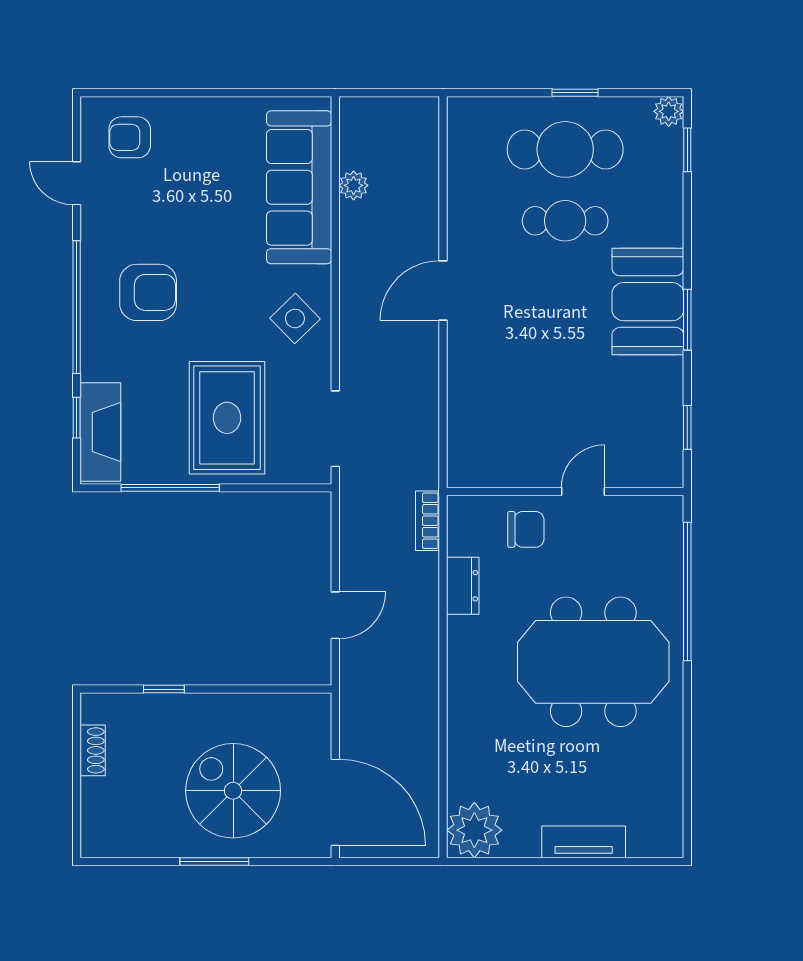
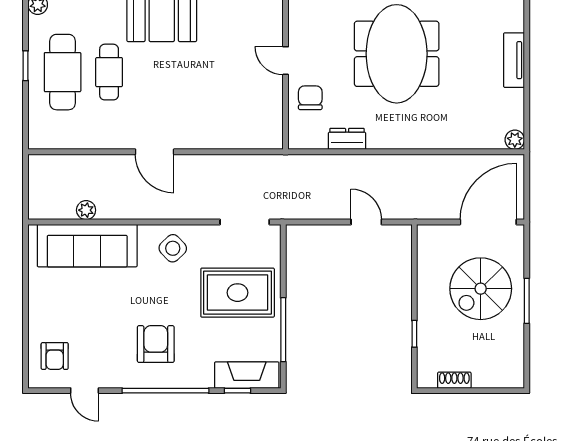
door: (77, 183) -> (85, 391), hinge flipped
bookcase: (427, 521) -> (305, 162), removed
plant: (474, 830) -> (515, 140), width x0.53, depth x0.53

